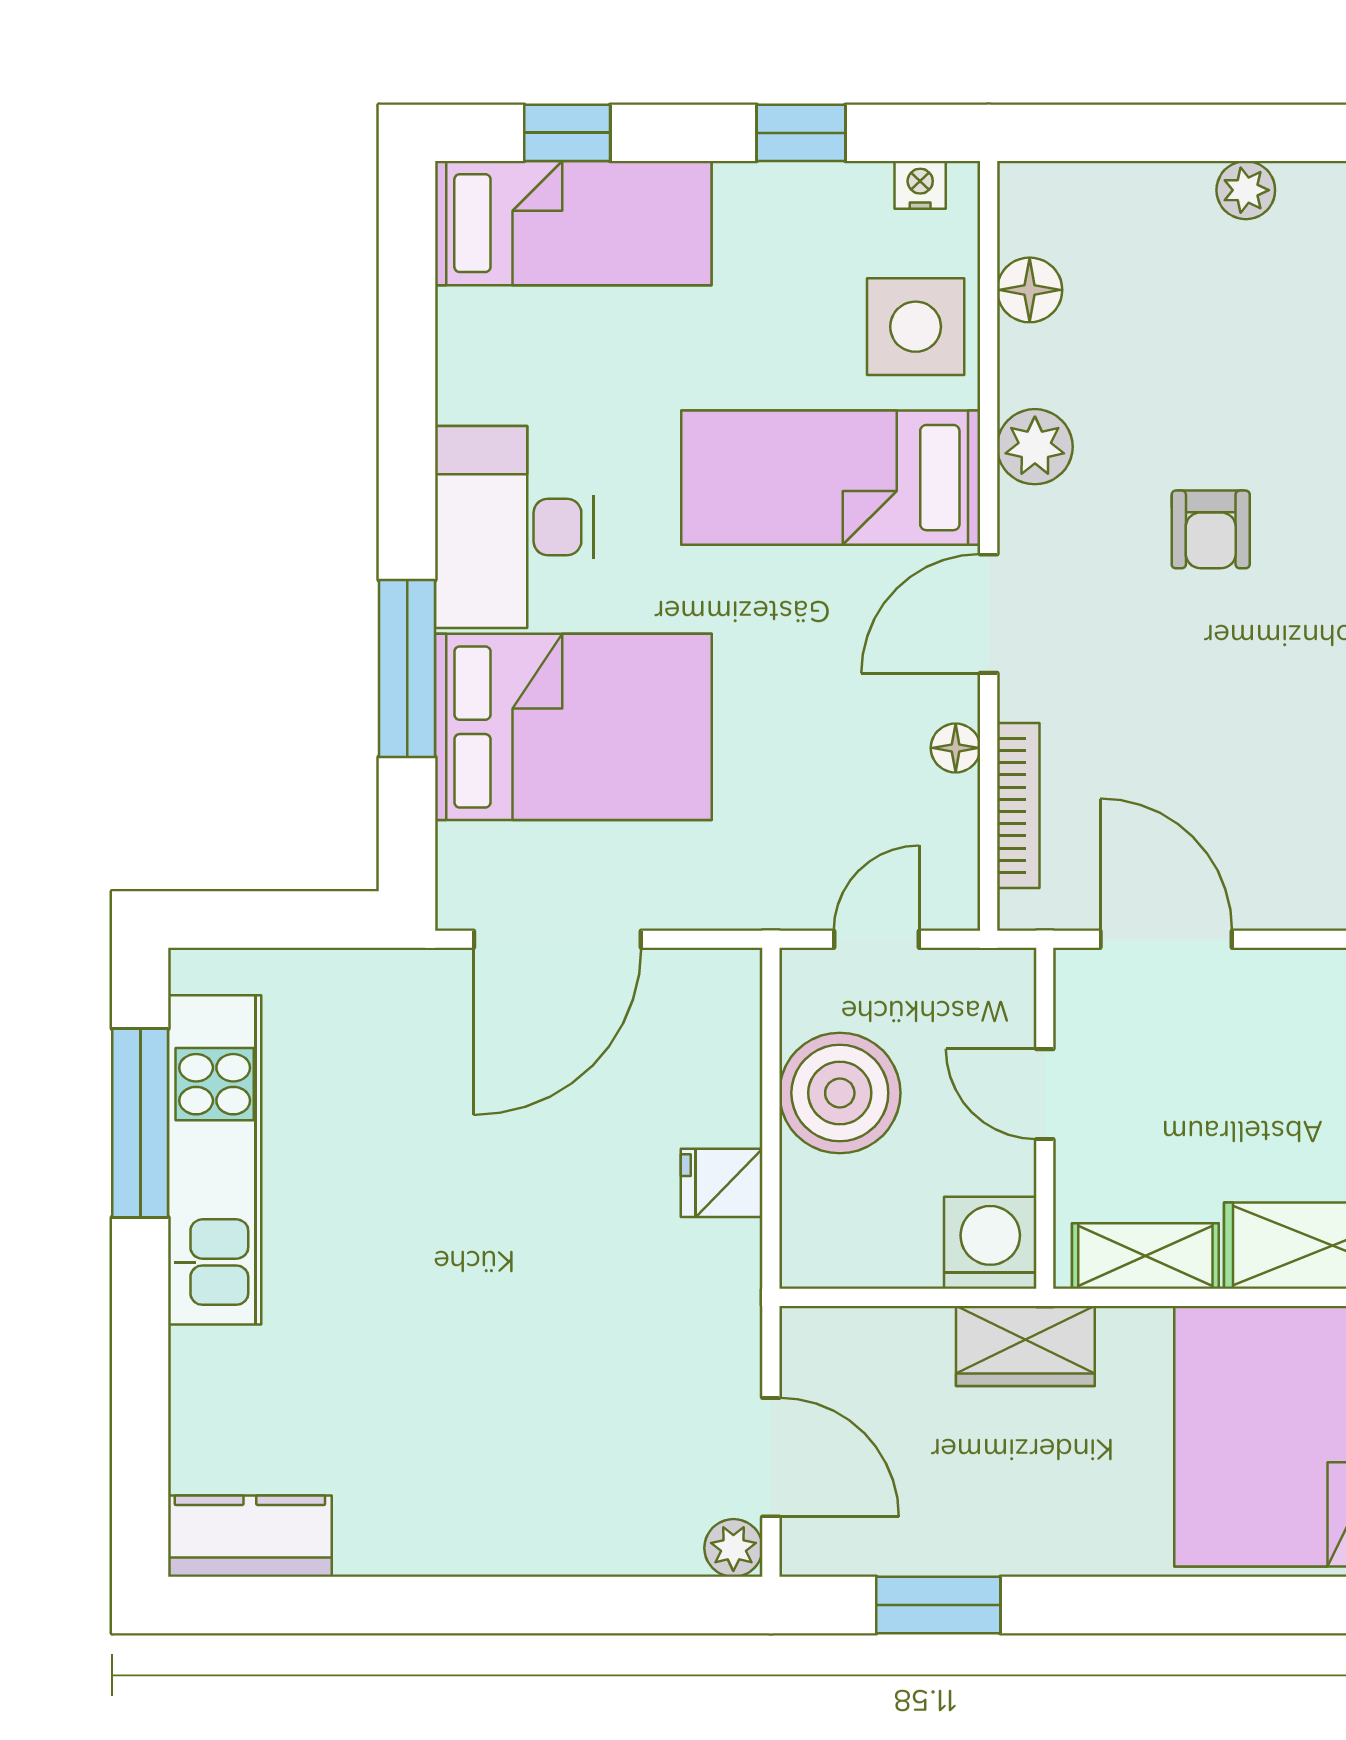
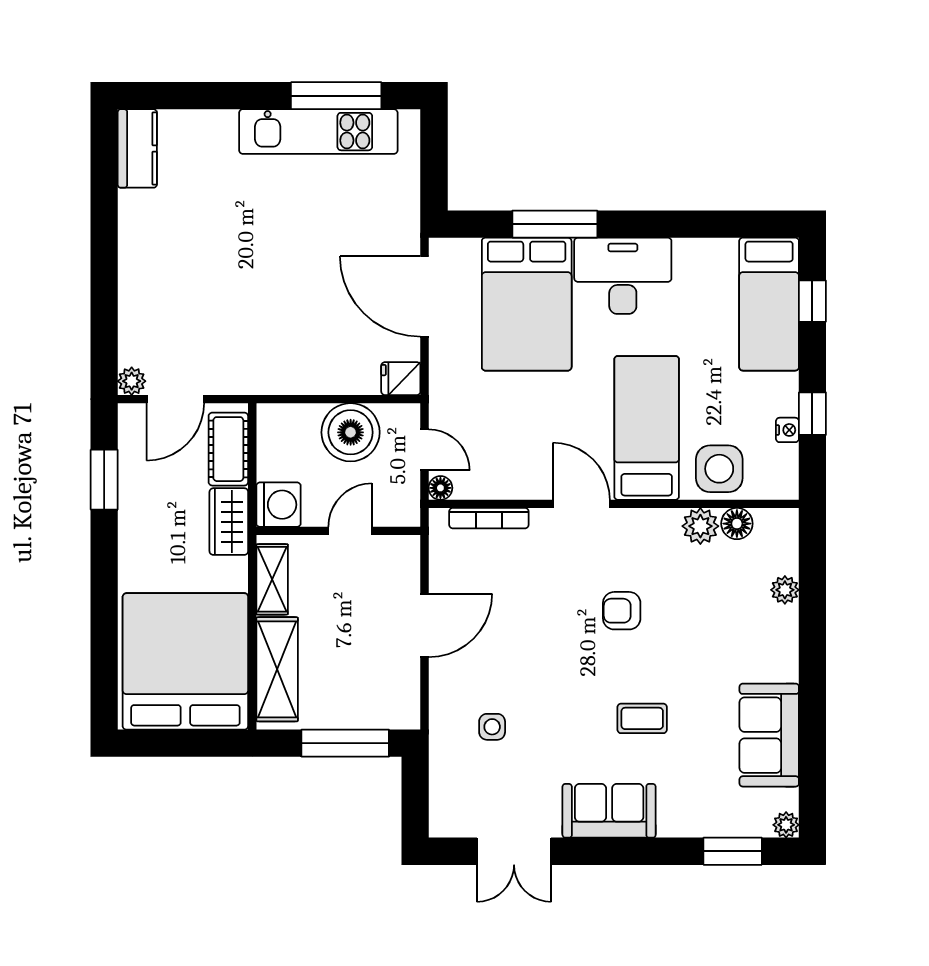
nightstand: (920, 185) -> (787, 430), moved
plant: (1246, 190) -> (785, 590), moved
plant: (1035, 447) -> (700, 526), moved
floor lamp: (956, 748) -> (440, 488), moved
door: (1166, 939) -> (425, 625), moved
fridge: (722, 1183) -> (401, 379), moved, turned -90
cot: (875, 1347) -> (228, 449), added

